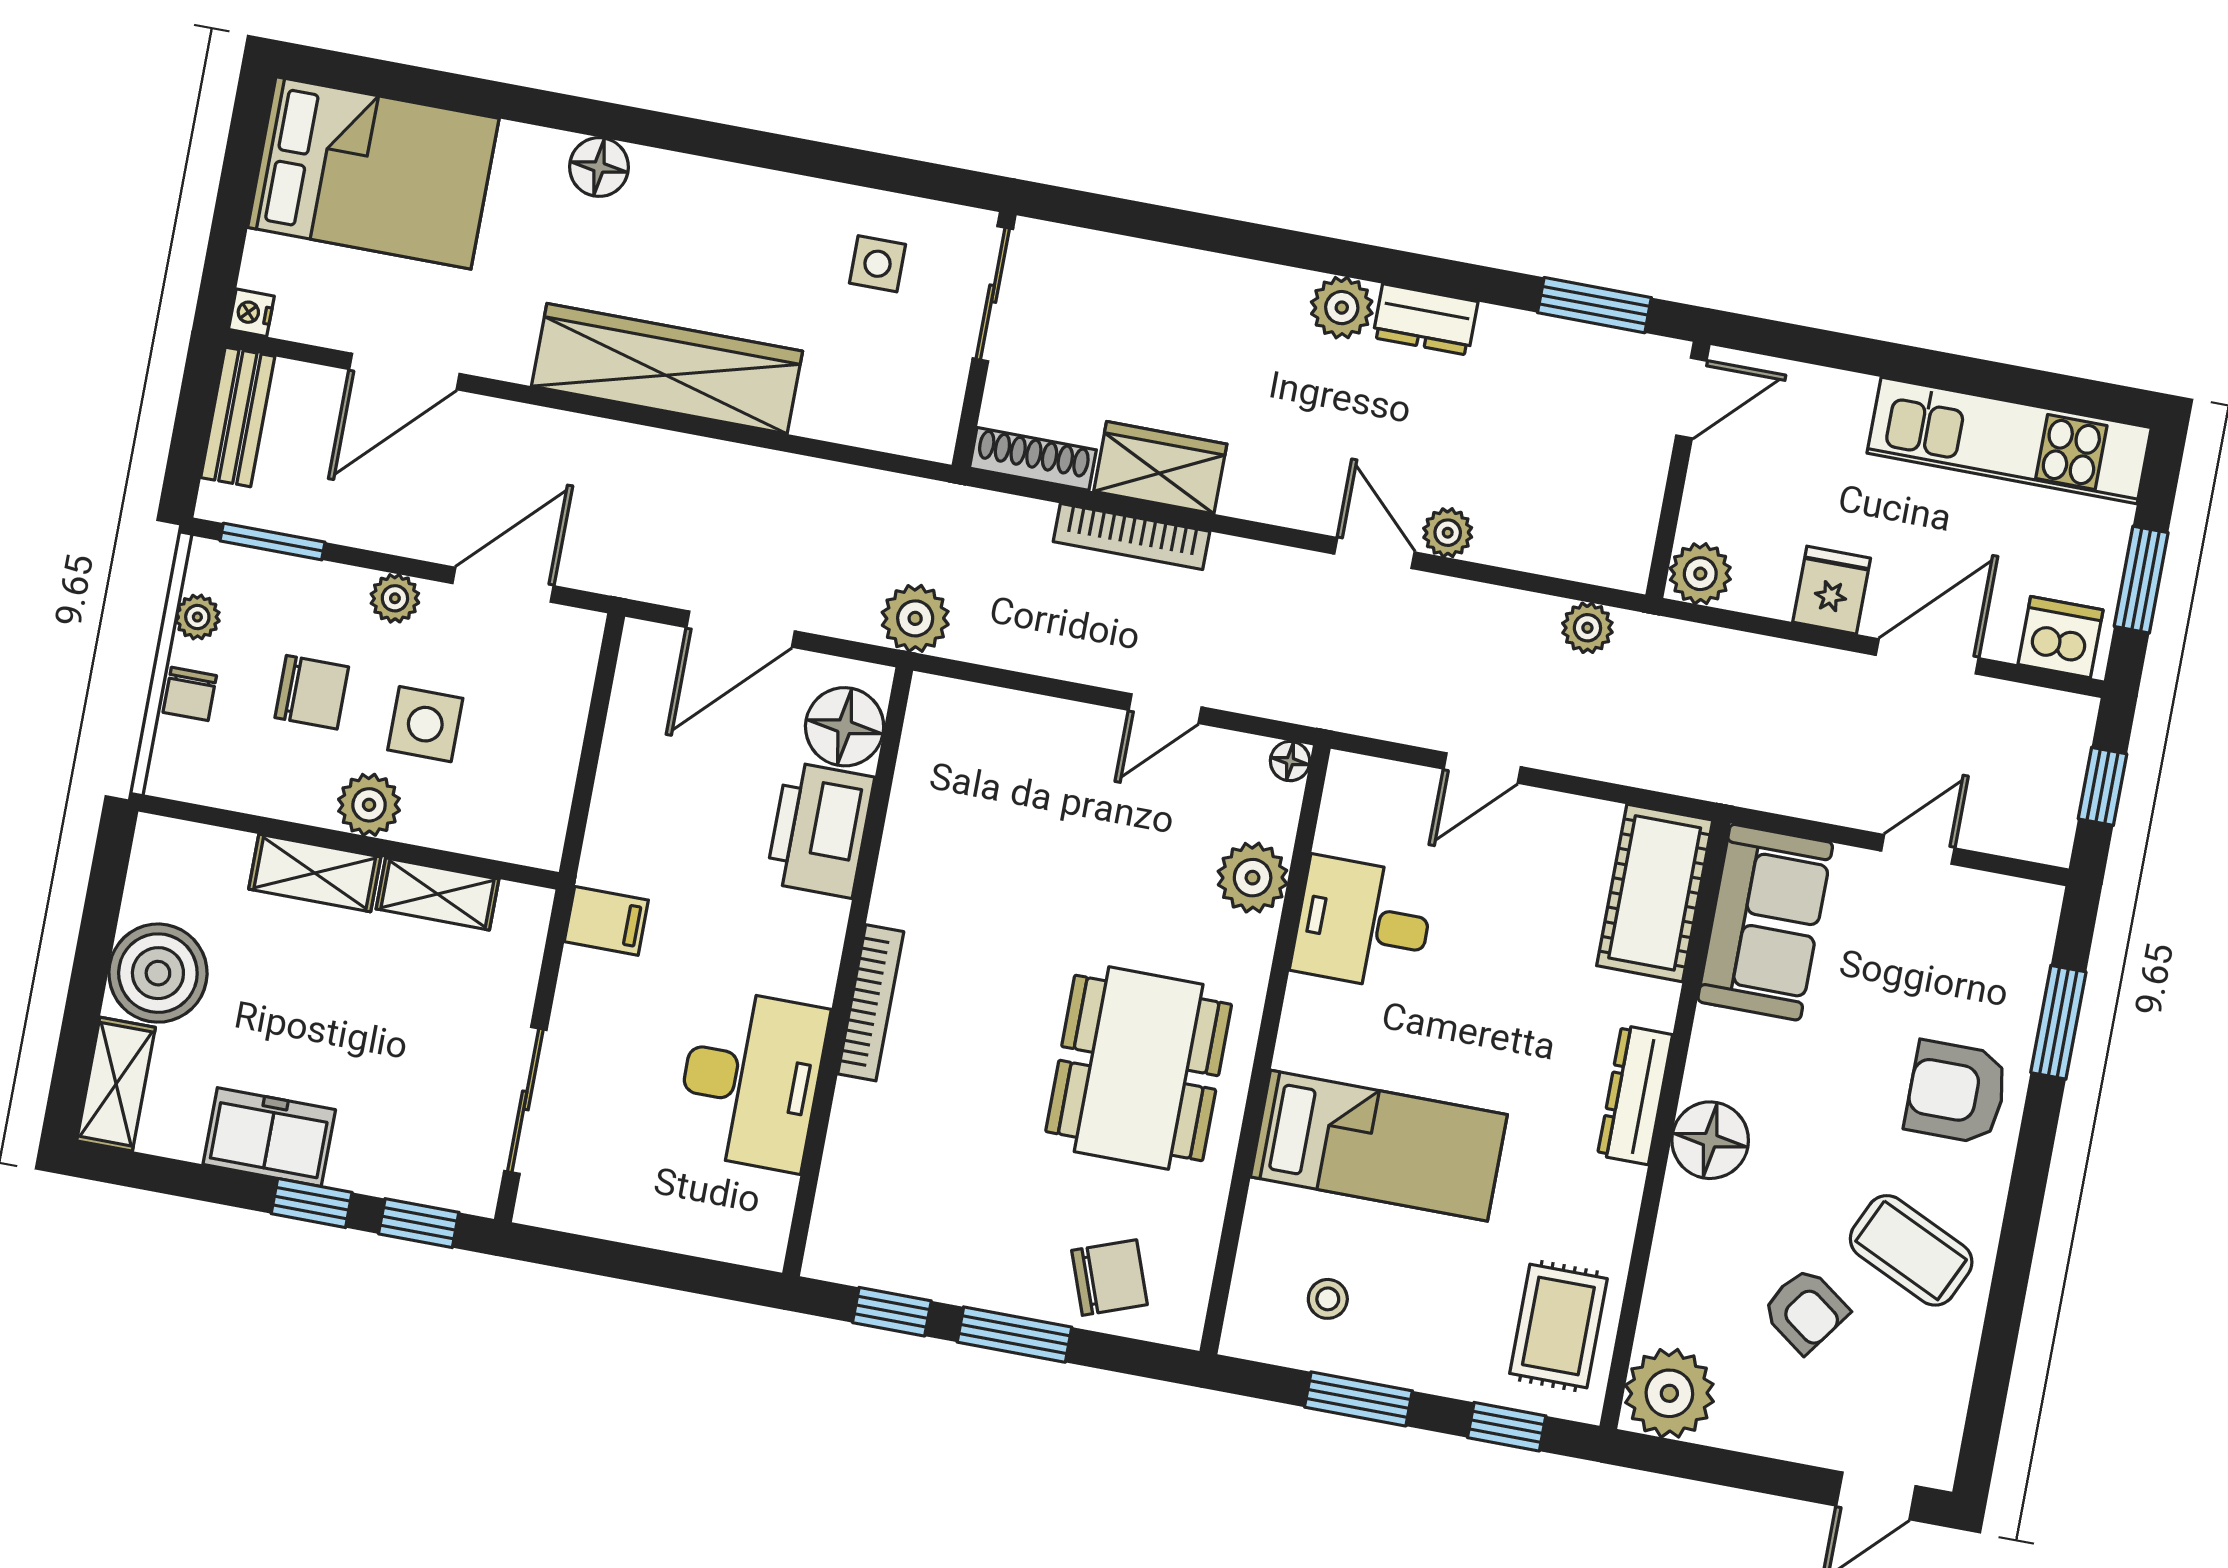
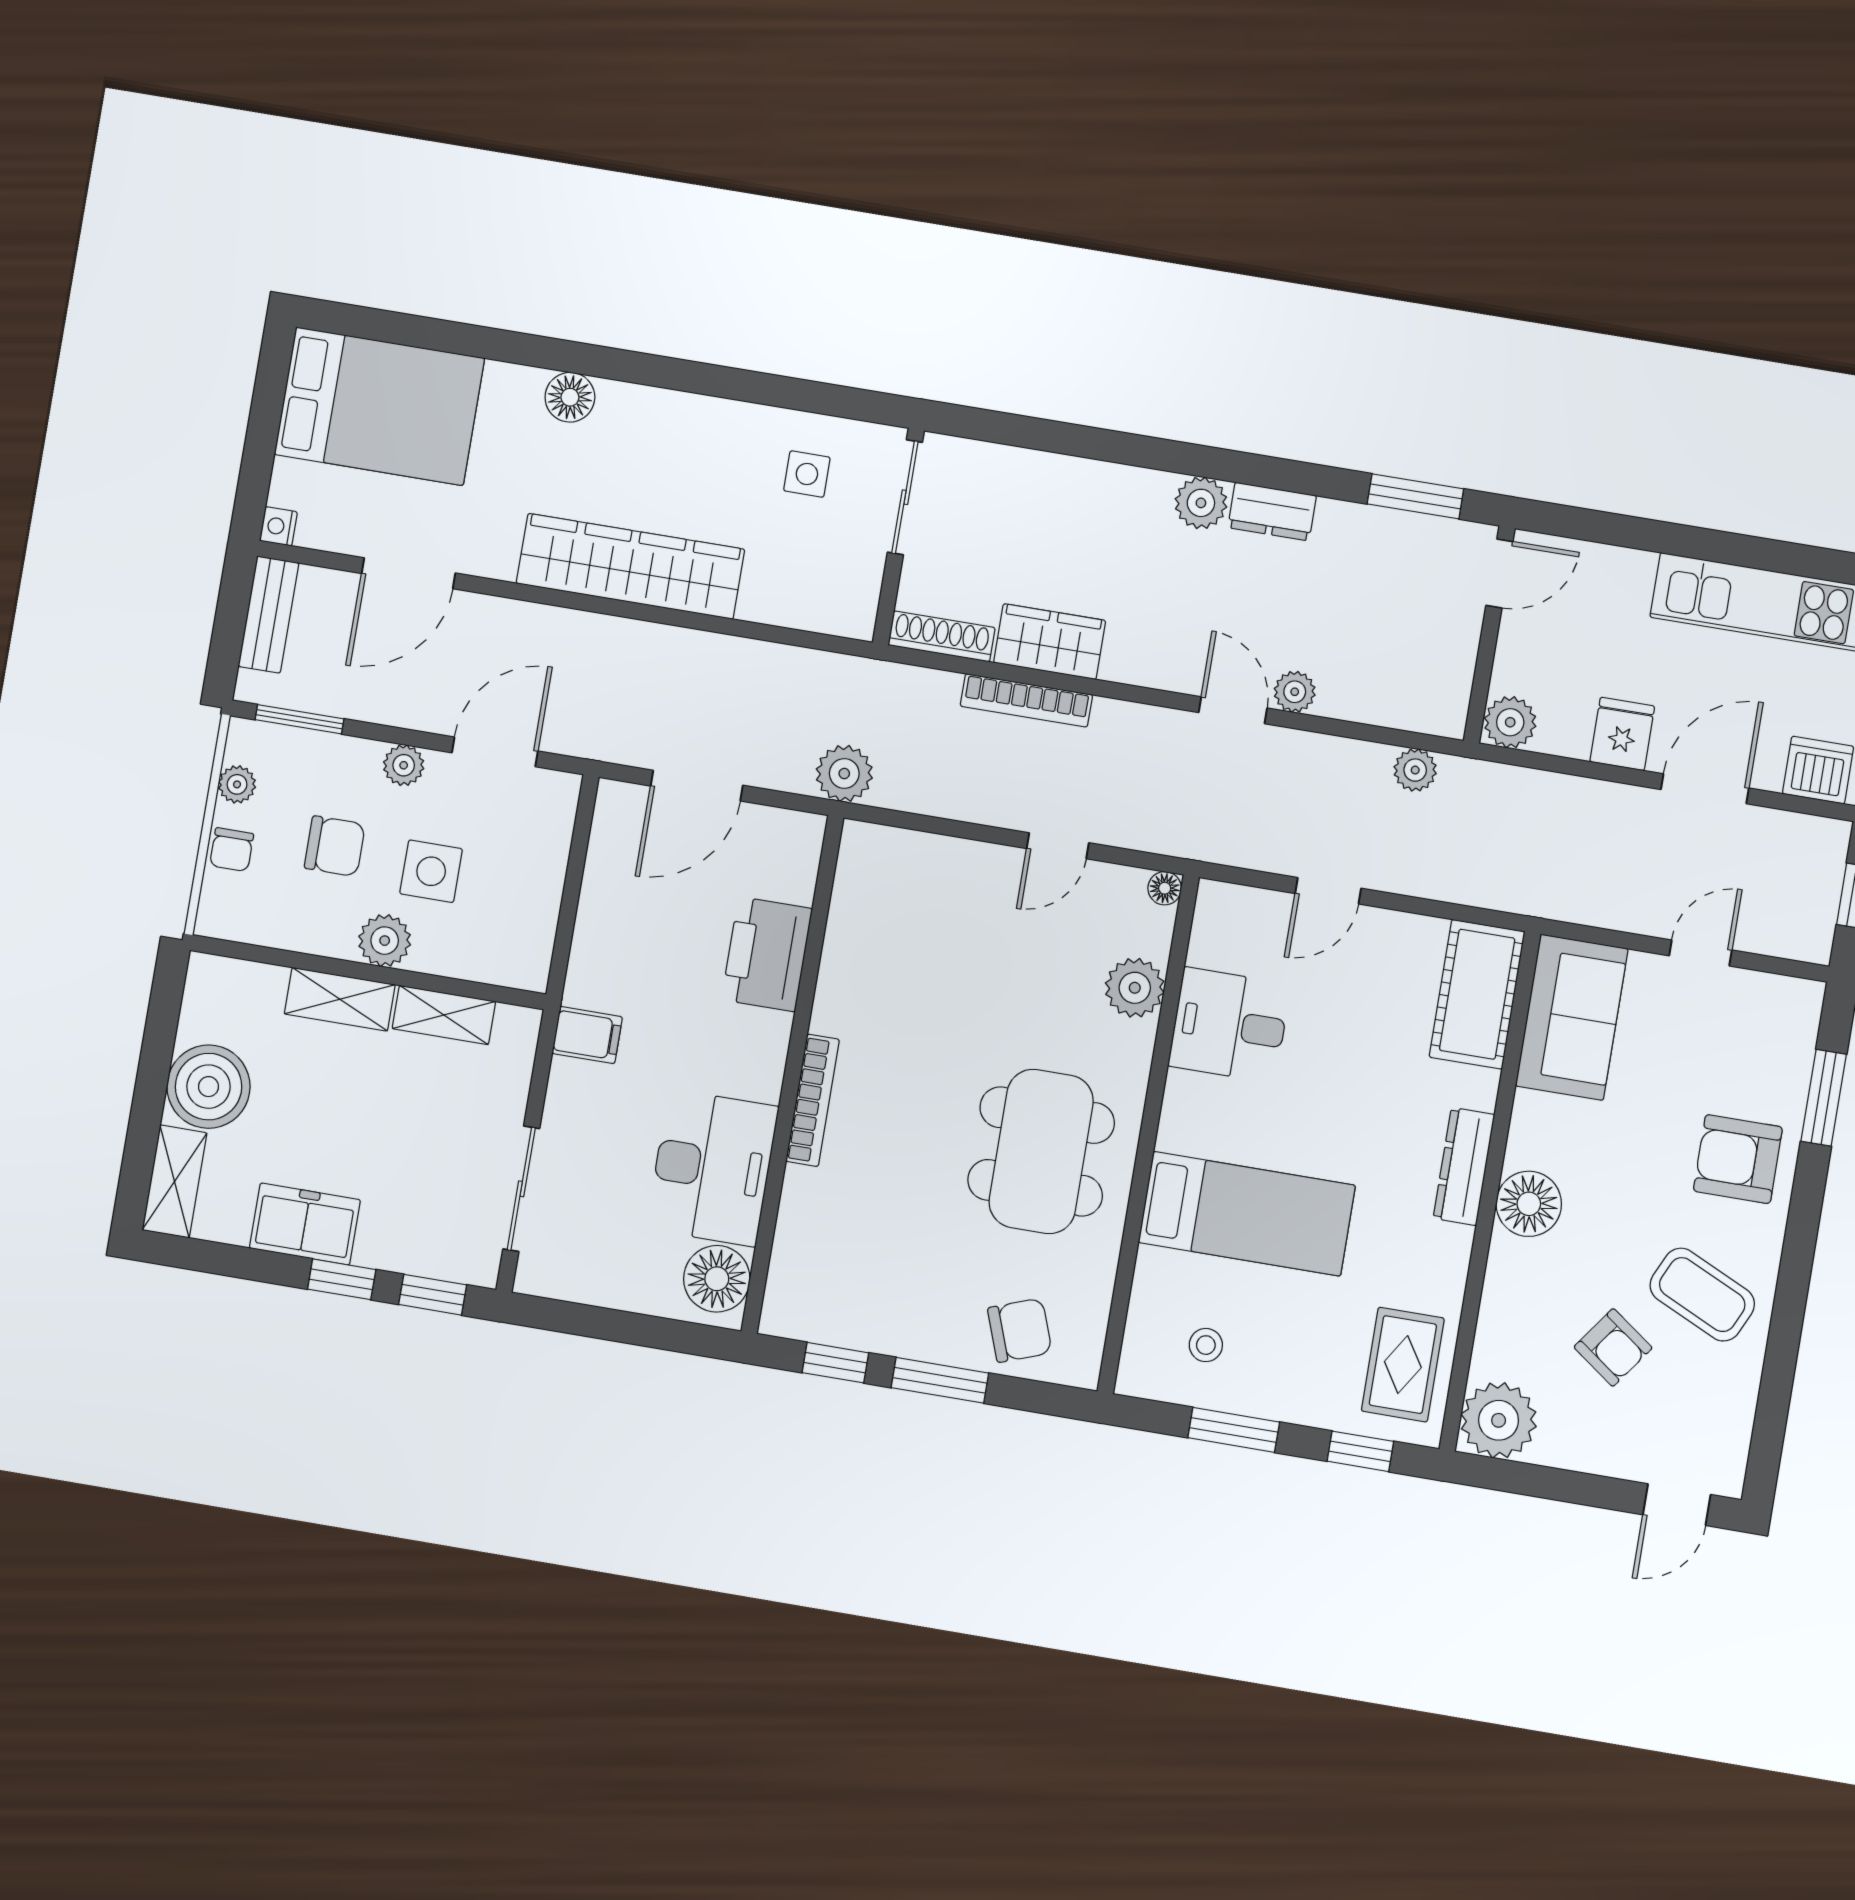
floor lamp: (845, 727) -> (717, 1279), moved

